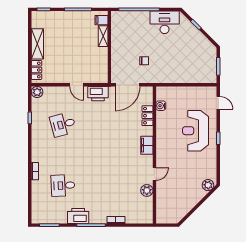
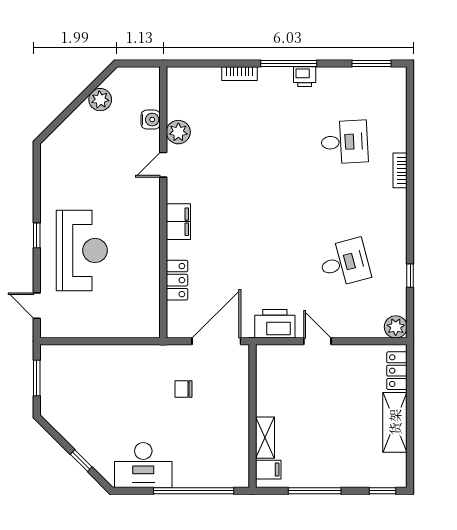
water cooler: (161, 106) -> (151, 120), moved
plant: (208, 185) -> (100, 100), moved
printer: (78, 216) -> (305, 77), width x0.53, depth x0.68

